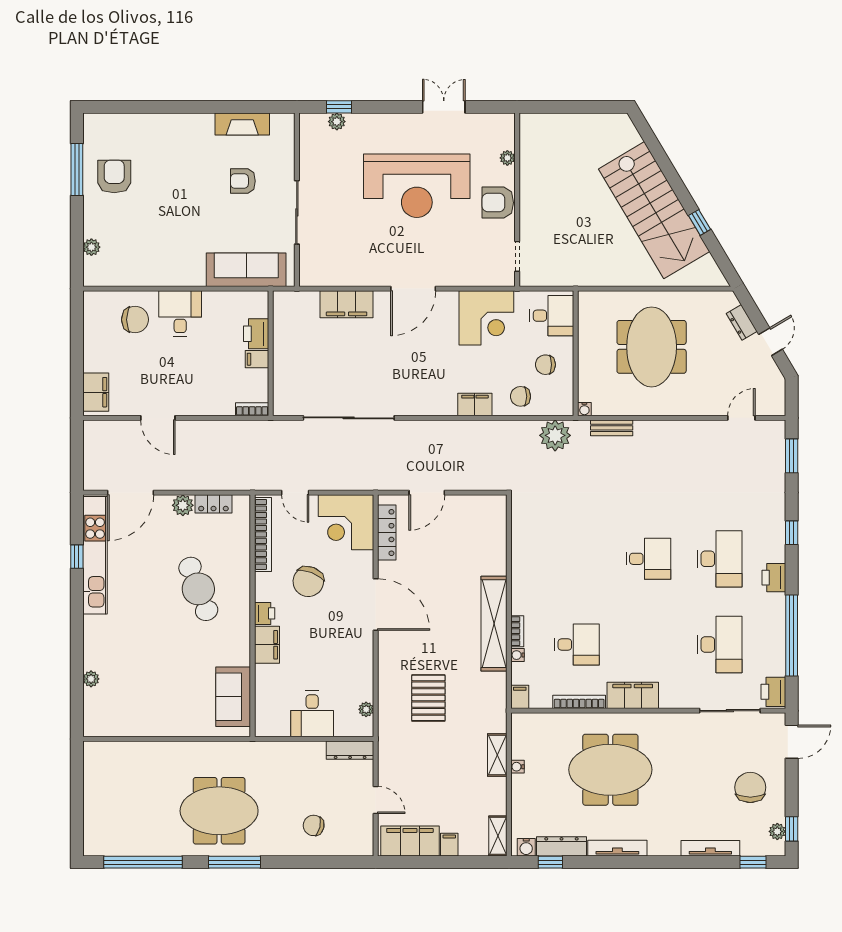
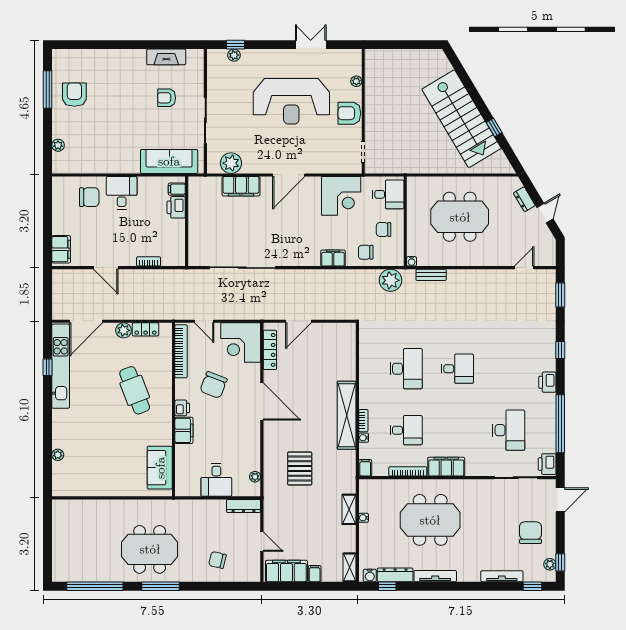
plant: (333, 272) -> (231, 163), added
meeting table: (652, 347) -> (460, 217), turned 90
filing cabinet: (257, 359) -> (177, 189), moved
bookcase: (252, 409) -> (149, 261), moved
desk: (720, 559) -> (406, 369), moved

